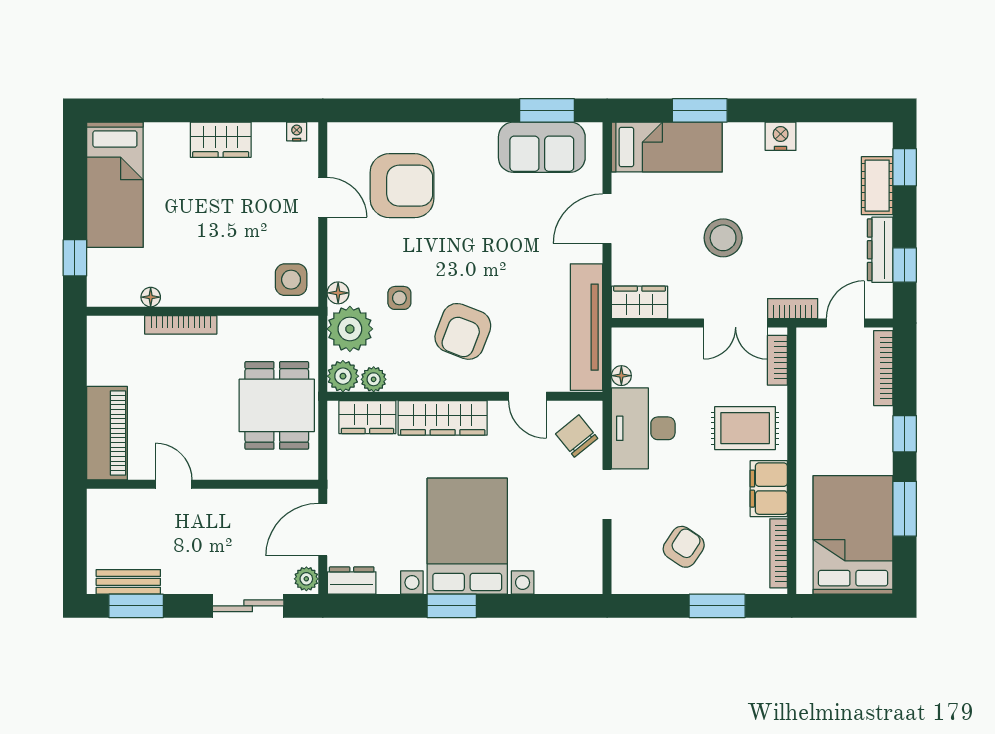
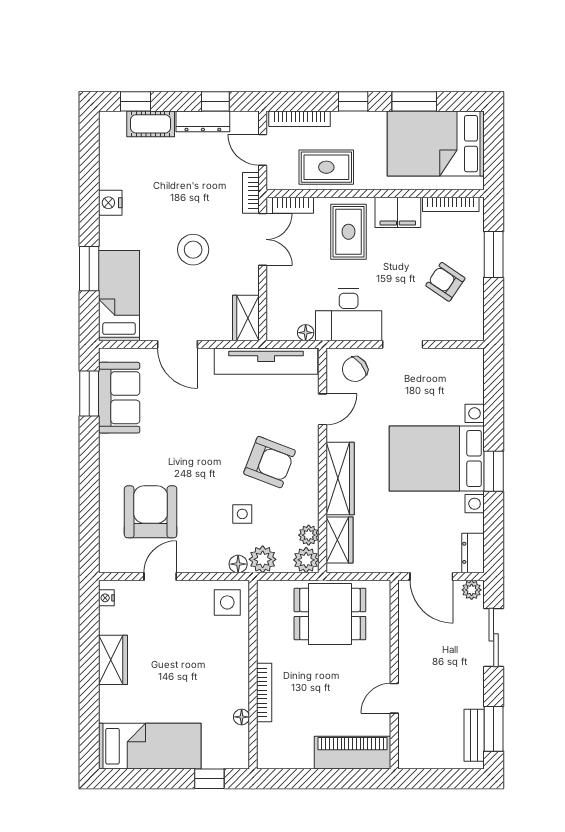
plant: (350, 329) -> (263, 559), width x0.73, depth x0.73
rug: (824, 401) -> (326, 167), added

